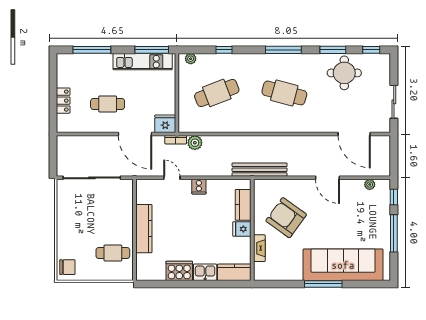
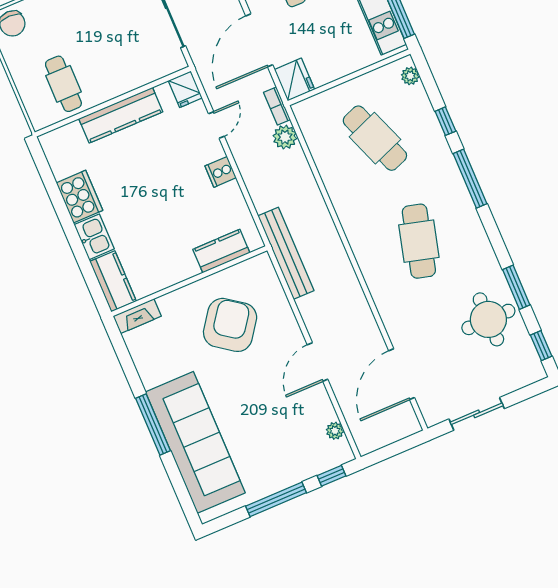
window: (283, 50) -> (470, 179), moved
fridge: (242, 229) -> (185, 89), moved, turned 180
fireplace: (259, 248) -> (137, 316), moved

